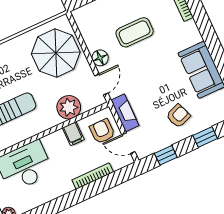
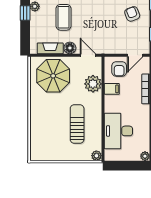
fireplace: (125, 113) -> (50, 48), moved
armchair: (102, 131) -> (119, 69), turned -90

